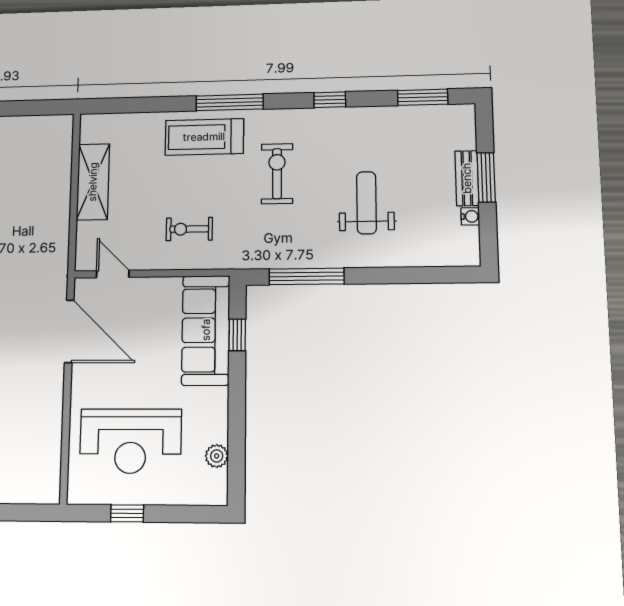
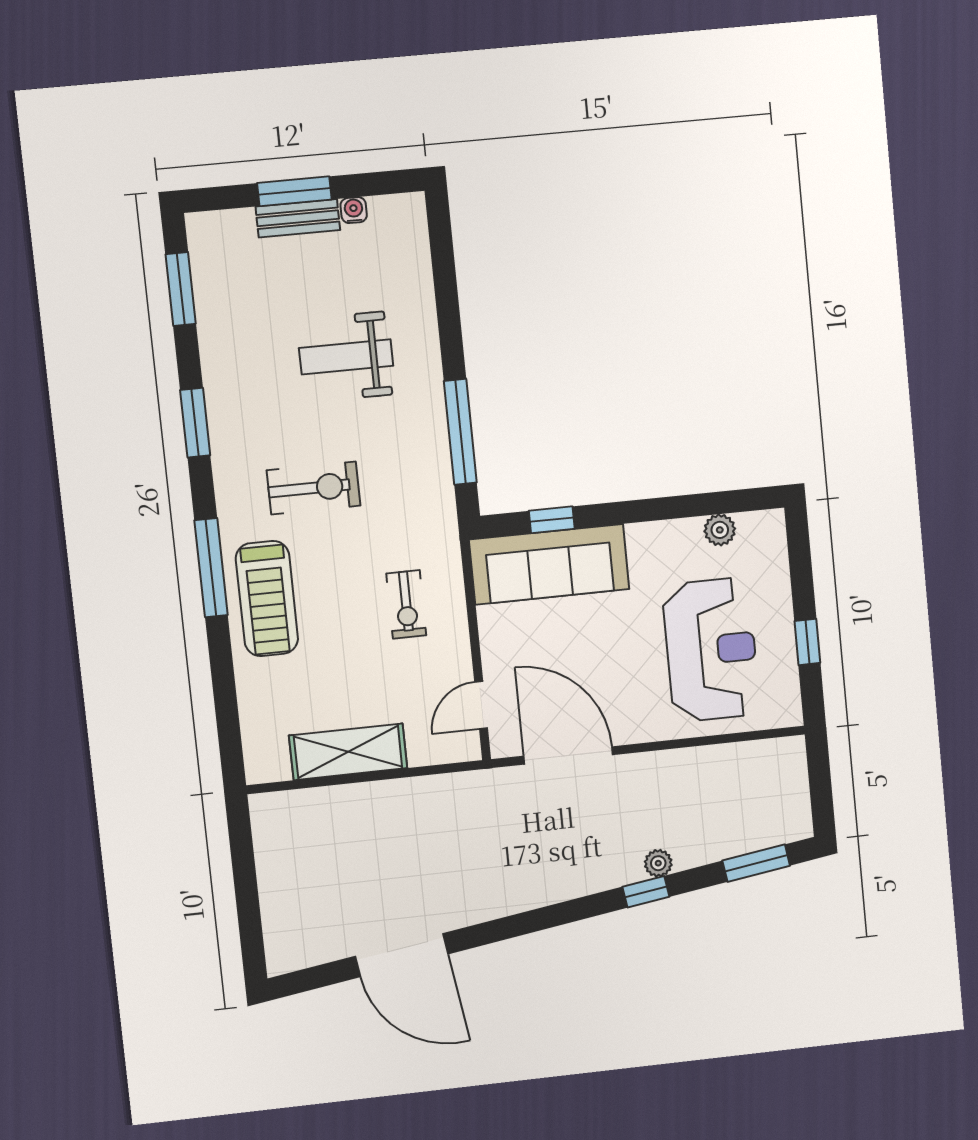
window: (330, 100) -> (195, 423), width x1.50
exercise bike: (277, 174) -> (314, 488), turned 180
door: (69, 331) -> (568, 755), hinge flipped

